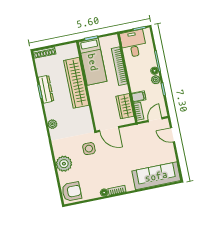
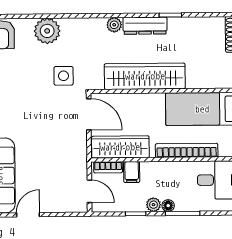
wardrobe: (76, 83) -> (145, 76), moved
dresser: (46, 89) -> (145, 26), moved
wardrobe: (125, 106) -> (120, 147), width x1.50
door: (109, 129) -> (89, 114), swing flipped
door: (173, 135) -> (28, 215), moved

